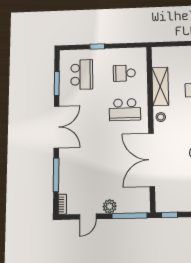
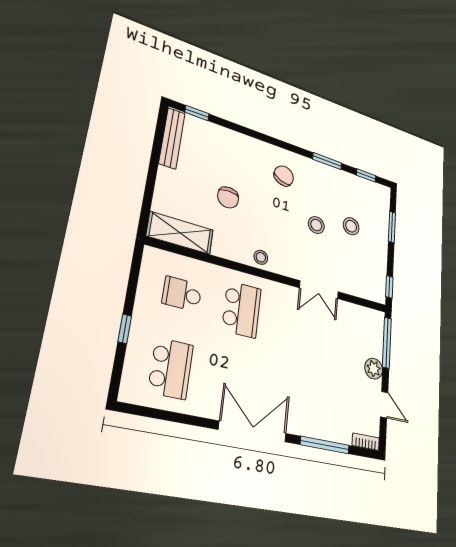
school desk: (124, 73) -> (182, 294), turned 90
school desk: (82, 74) -> (171, 368), turned 90
window: (57, 83) -> (179, 418), removed
shelving: (160, 86) -> (180, 233), moved
double door: (152, 160) -> (319, 290), width x0.54

